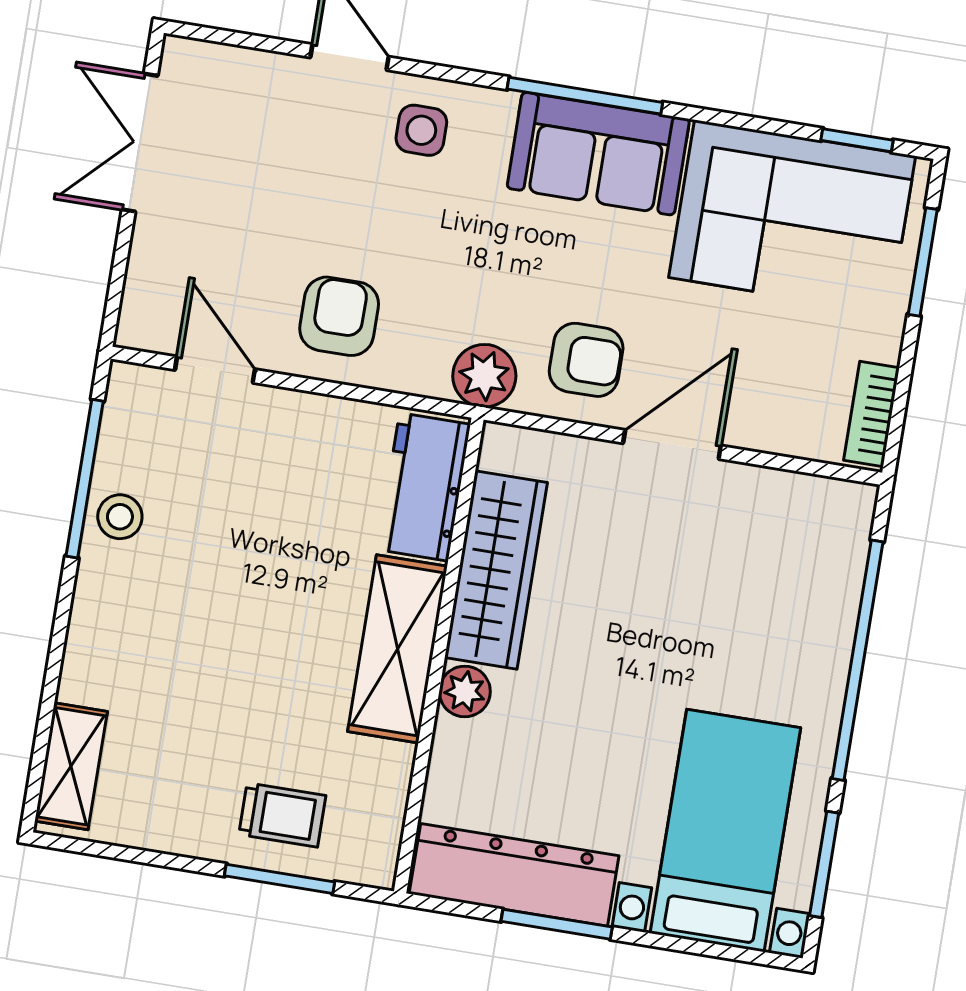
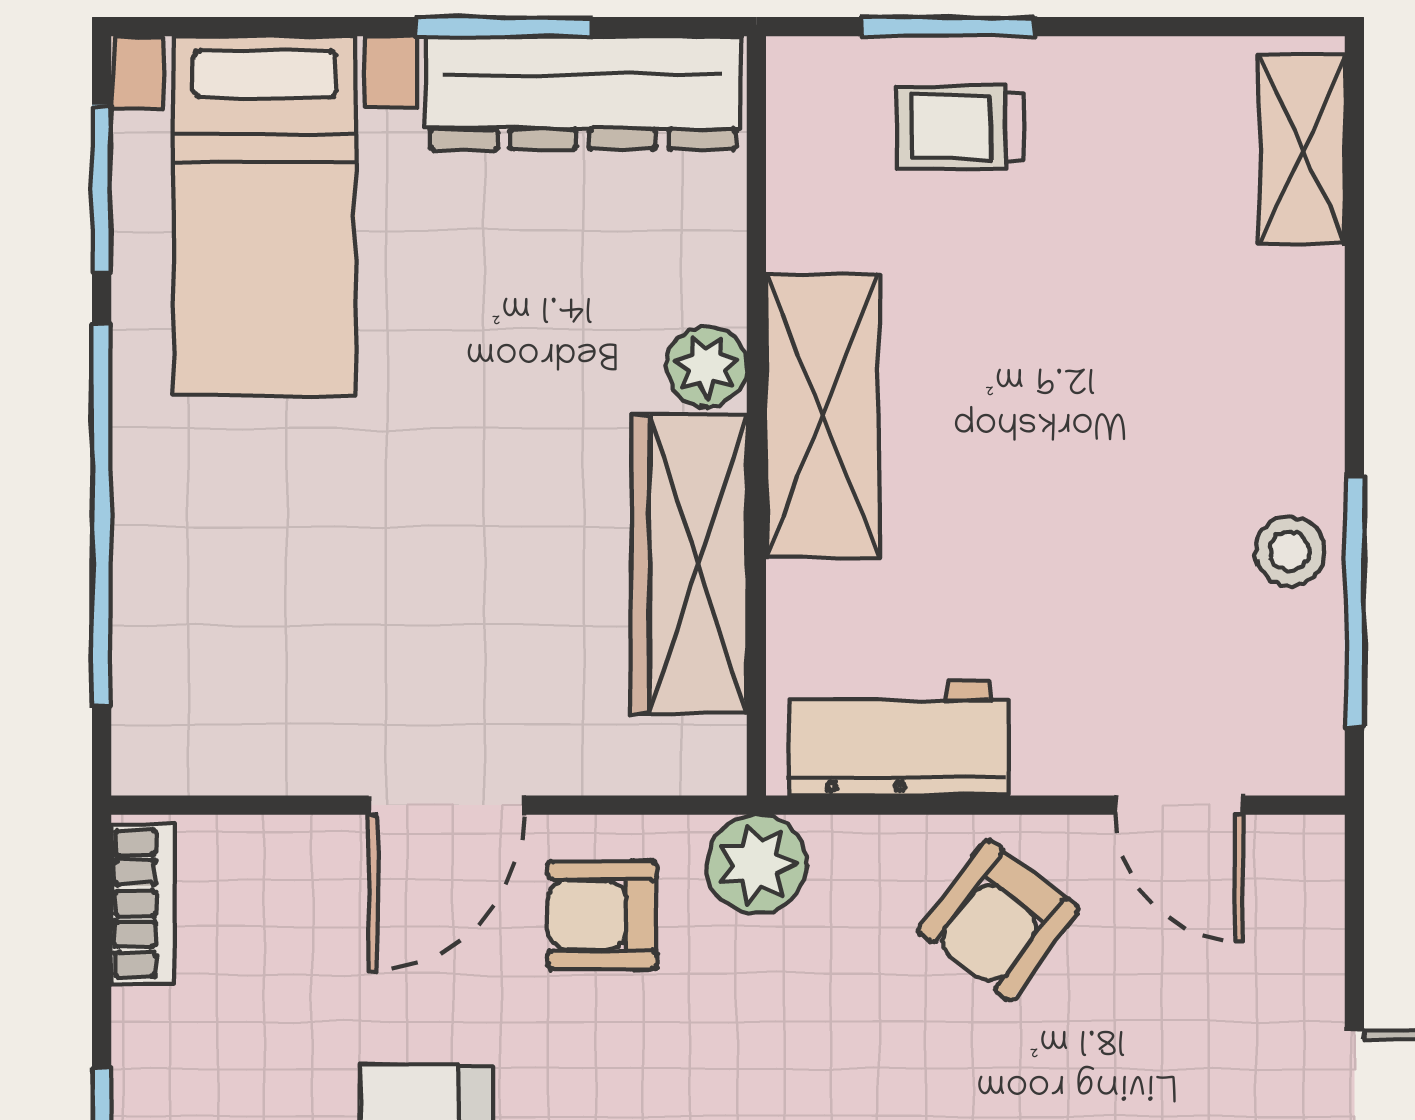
armchair: (339, 316) -> (999, 920), turned 37
workbench: (424, 487) -> (898, 739), moved, turned -90

